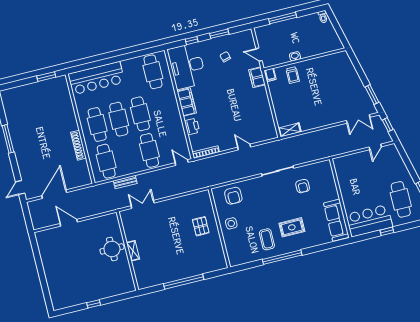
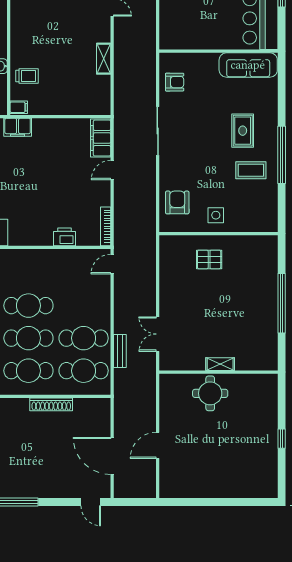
filing cabinet: (187, 102) -> (101, 138), moved, turned -90
shelving: (290, 130) -> (104, 59), moved
cafe table: (149, 150) -> (84, 338), moved
armchair: (303, 186) -> (175, 82), moved
armchair: (233, 196) -> (177, 202), turned -90

